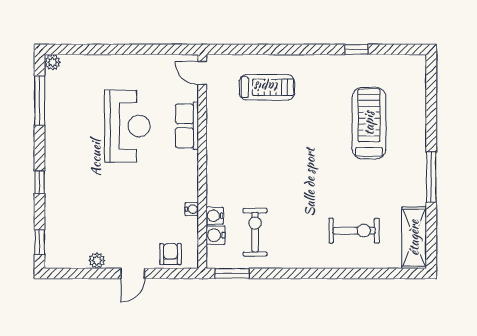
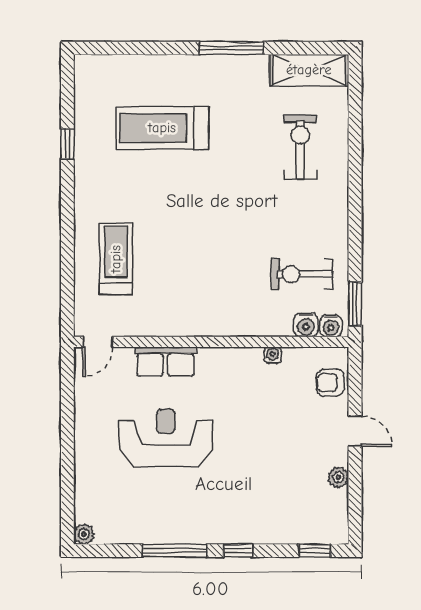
window: (40, 100) -> (175, 551), moved
water cooler: (215, 216) -> (331, 326), moved

